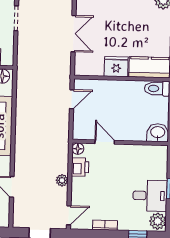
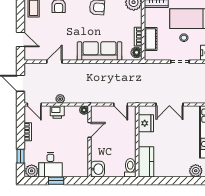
fridge: (116, 67) -> (146, 123), moved
printer: (80, 167) -> (57, 112), moved

